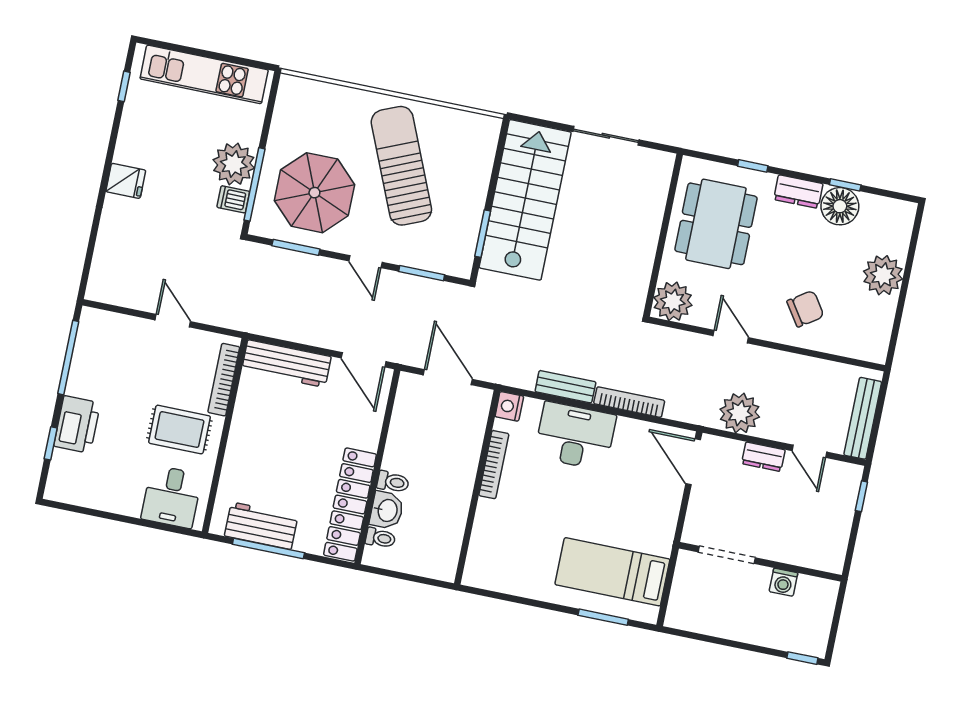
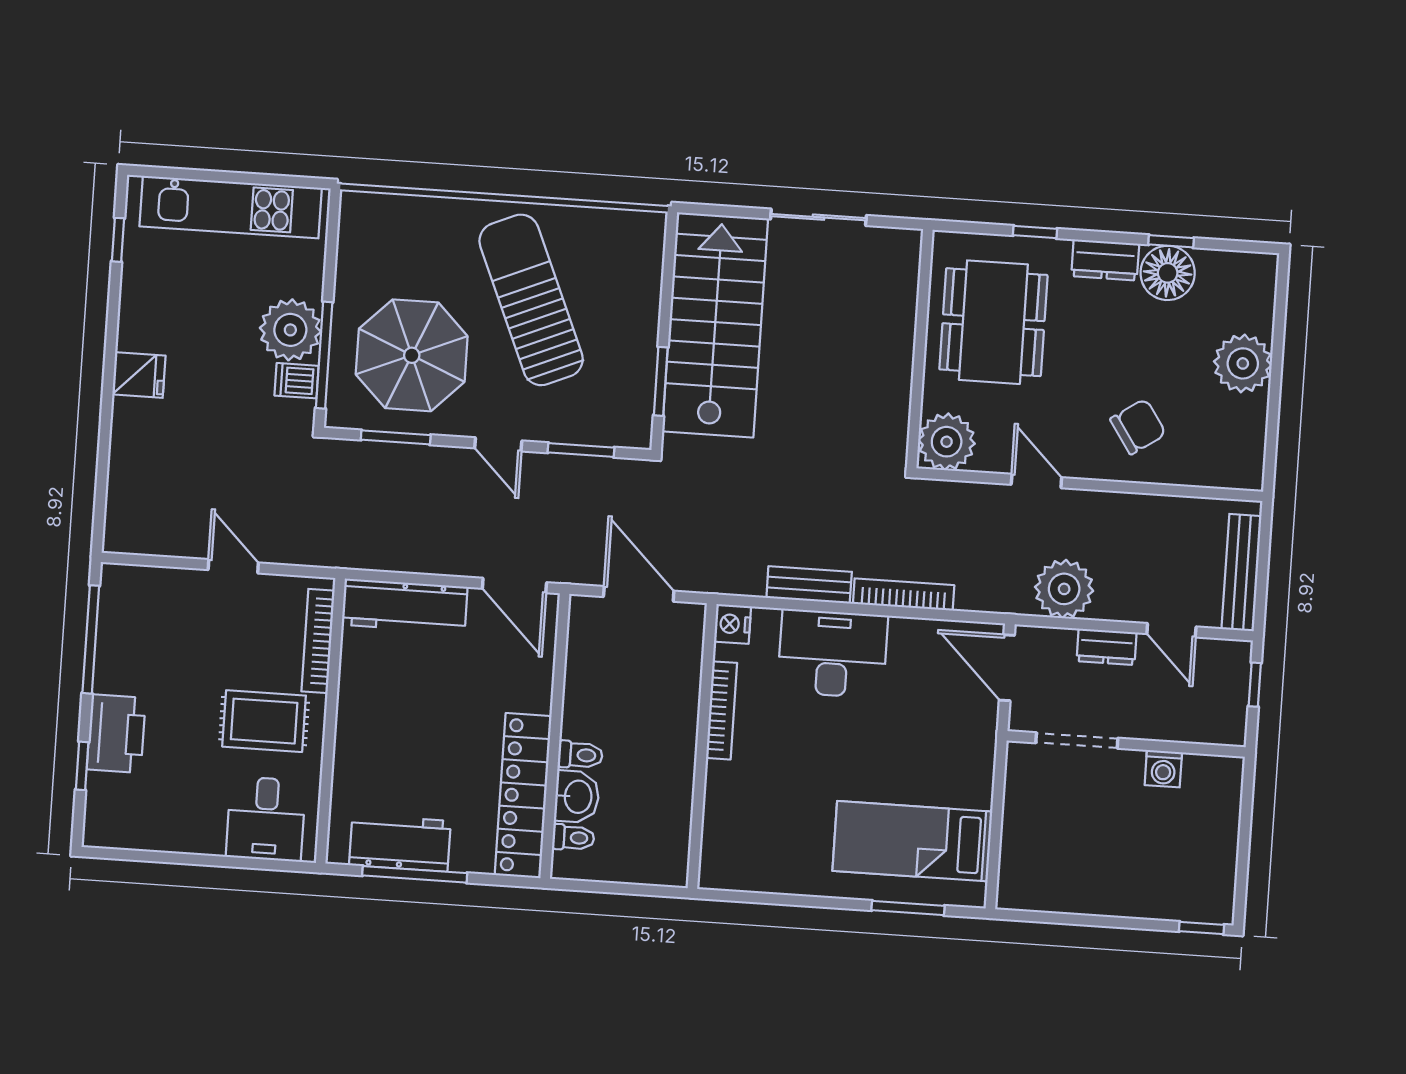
doorway: (727, 555) -> (1077, 741), moved
wall: (760, 562) -> (1126, 744), moved
washing machine: (783, 582) -> (1163, 769), moved

